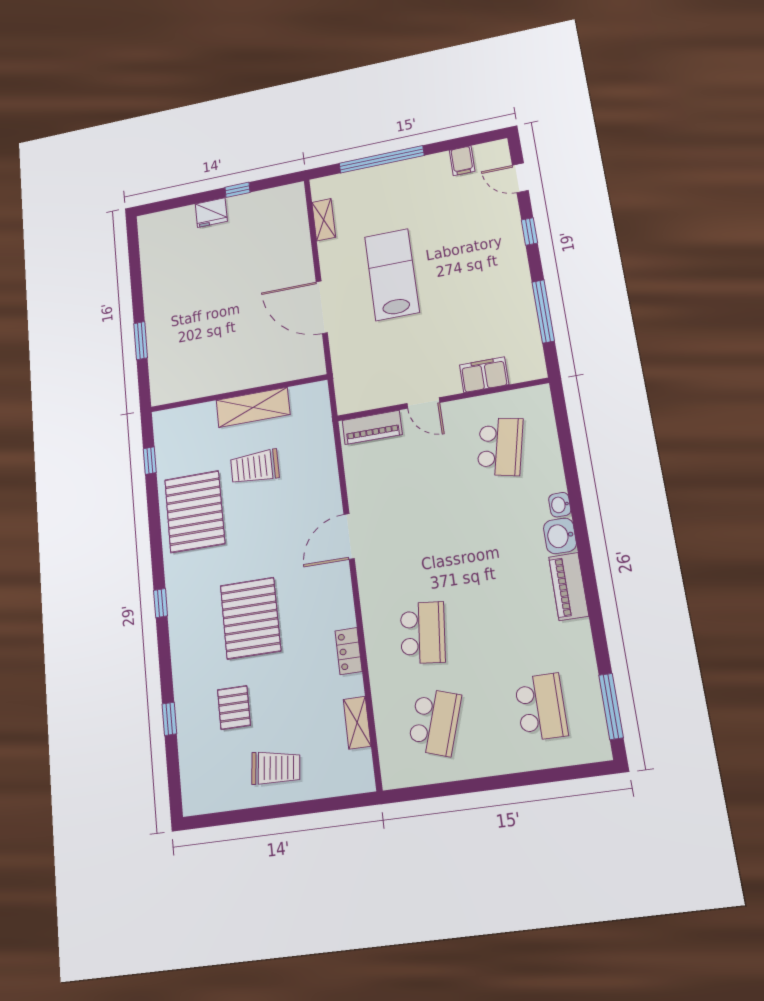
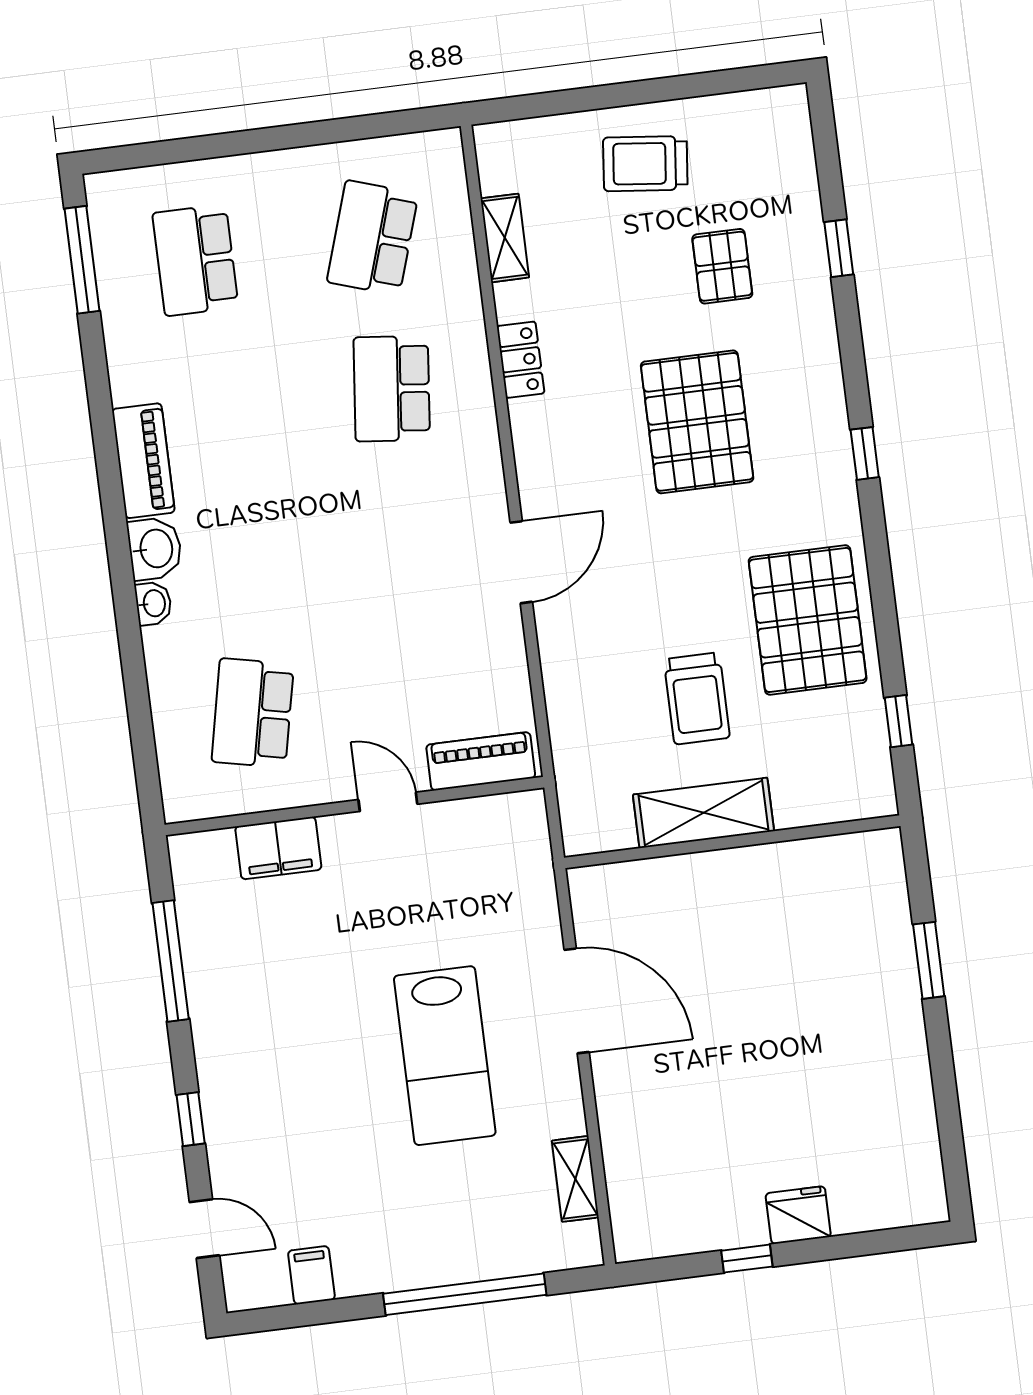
trolley: (255, 467) -> (697, 698), turned 90

